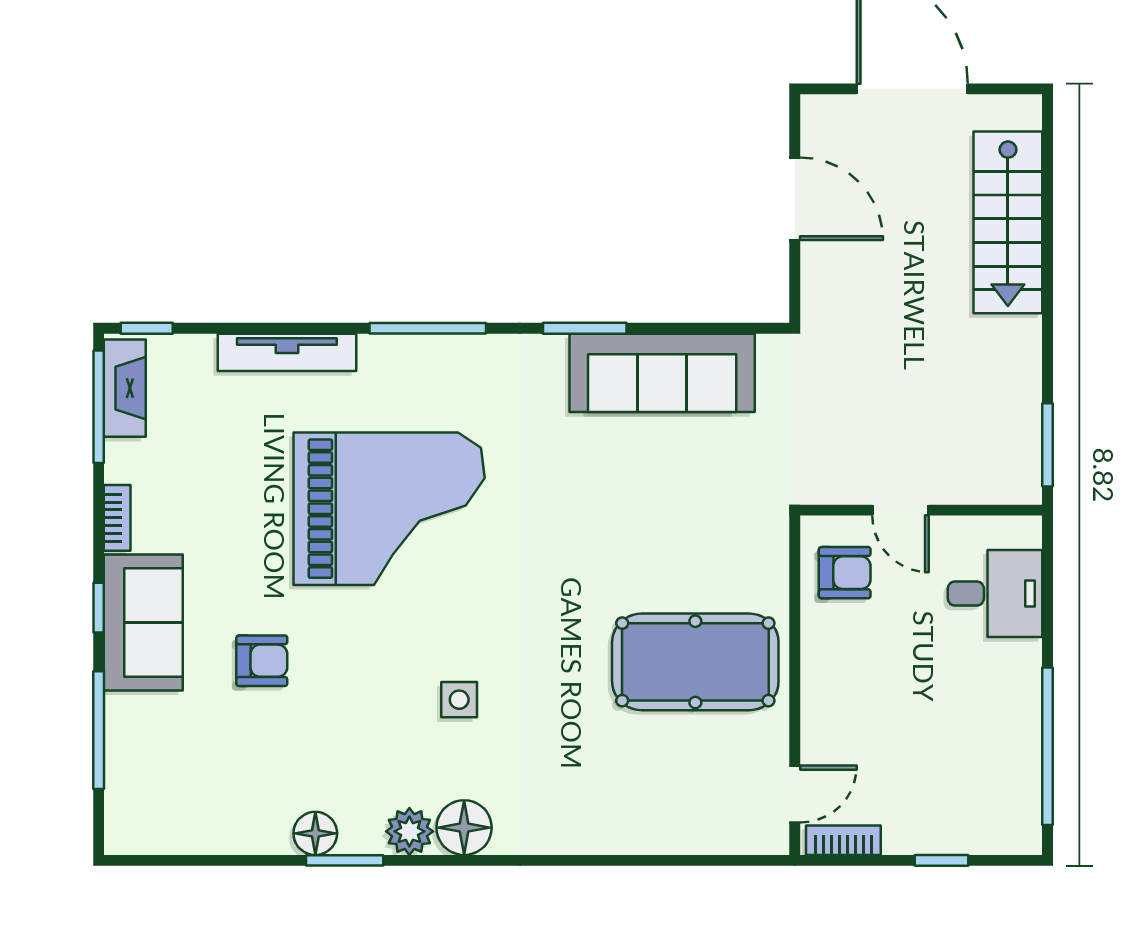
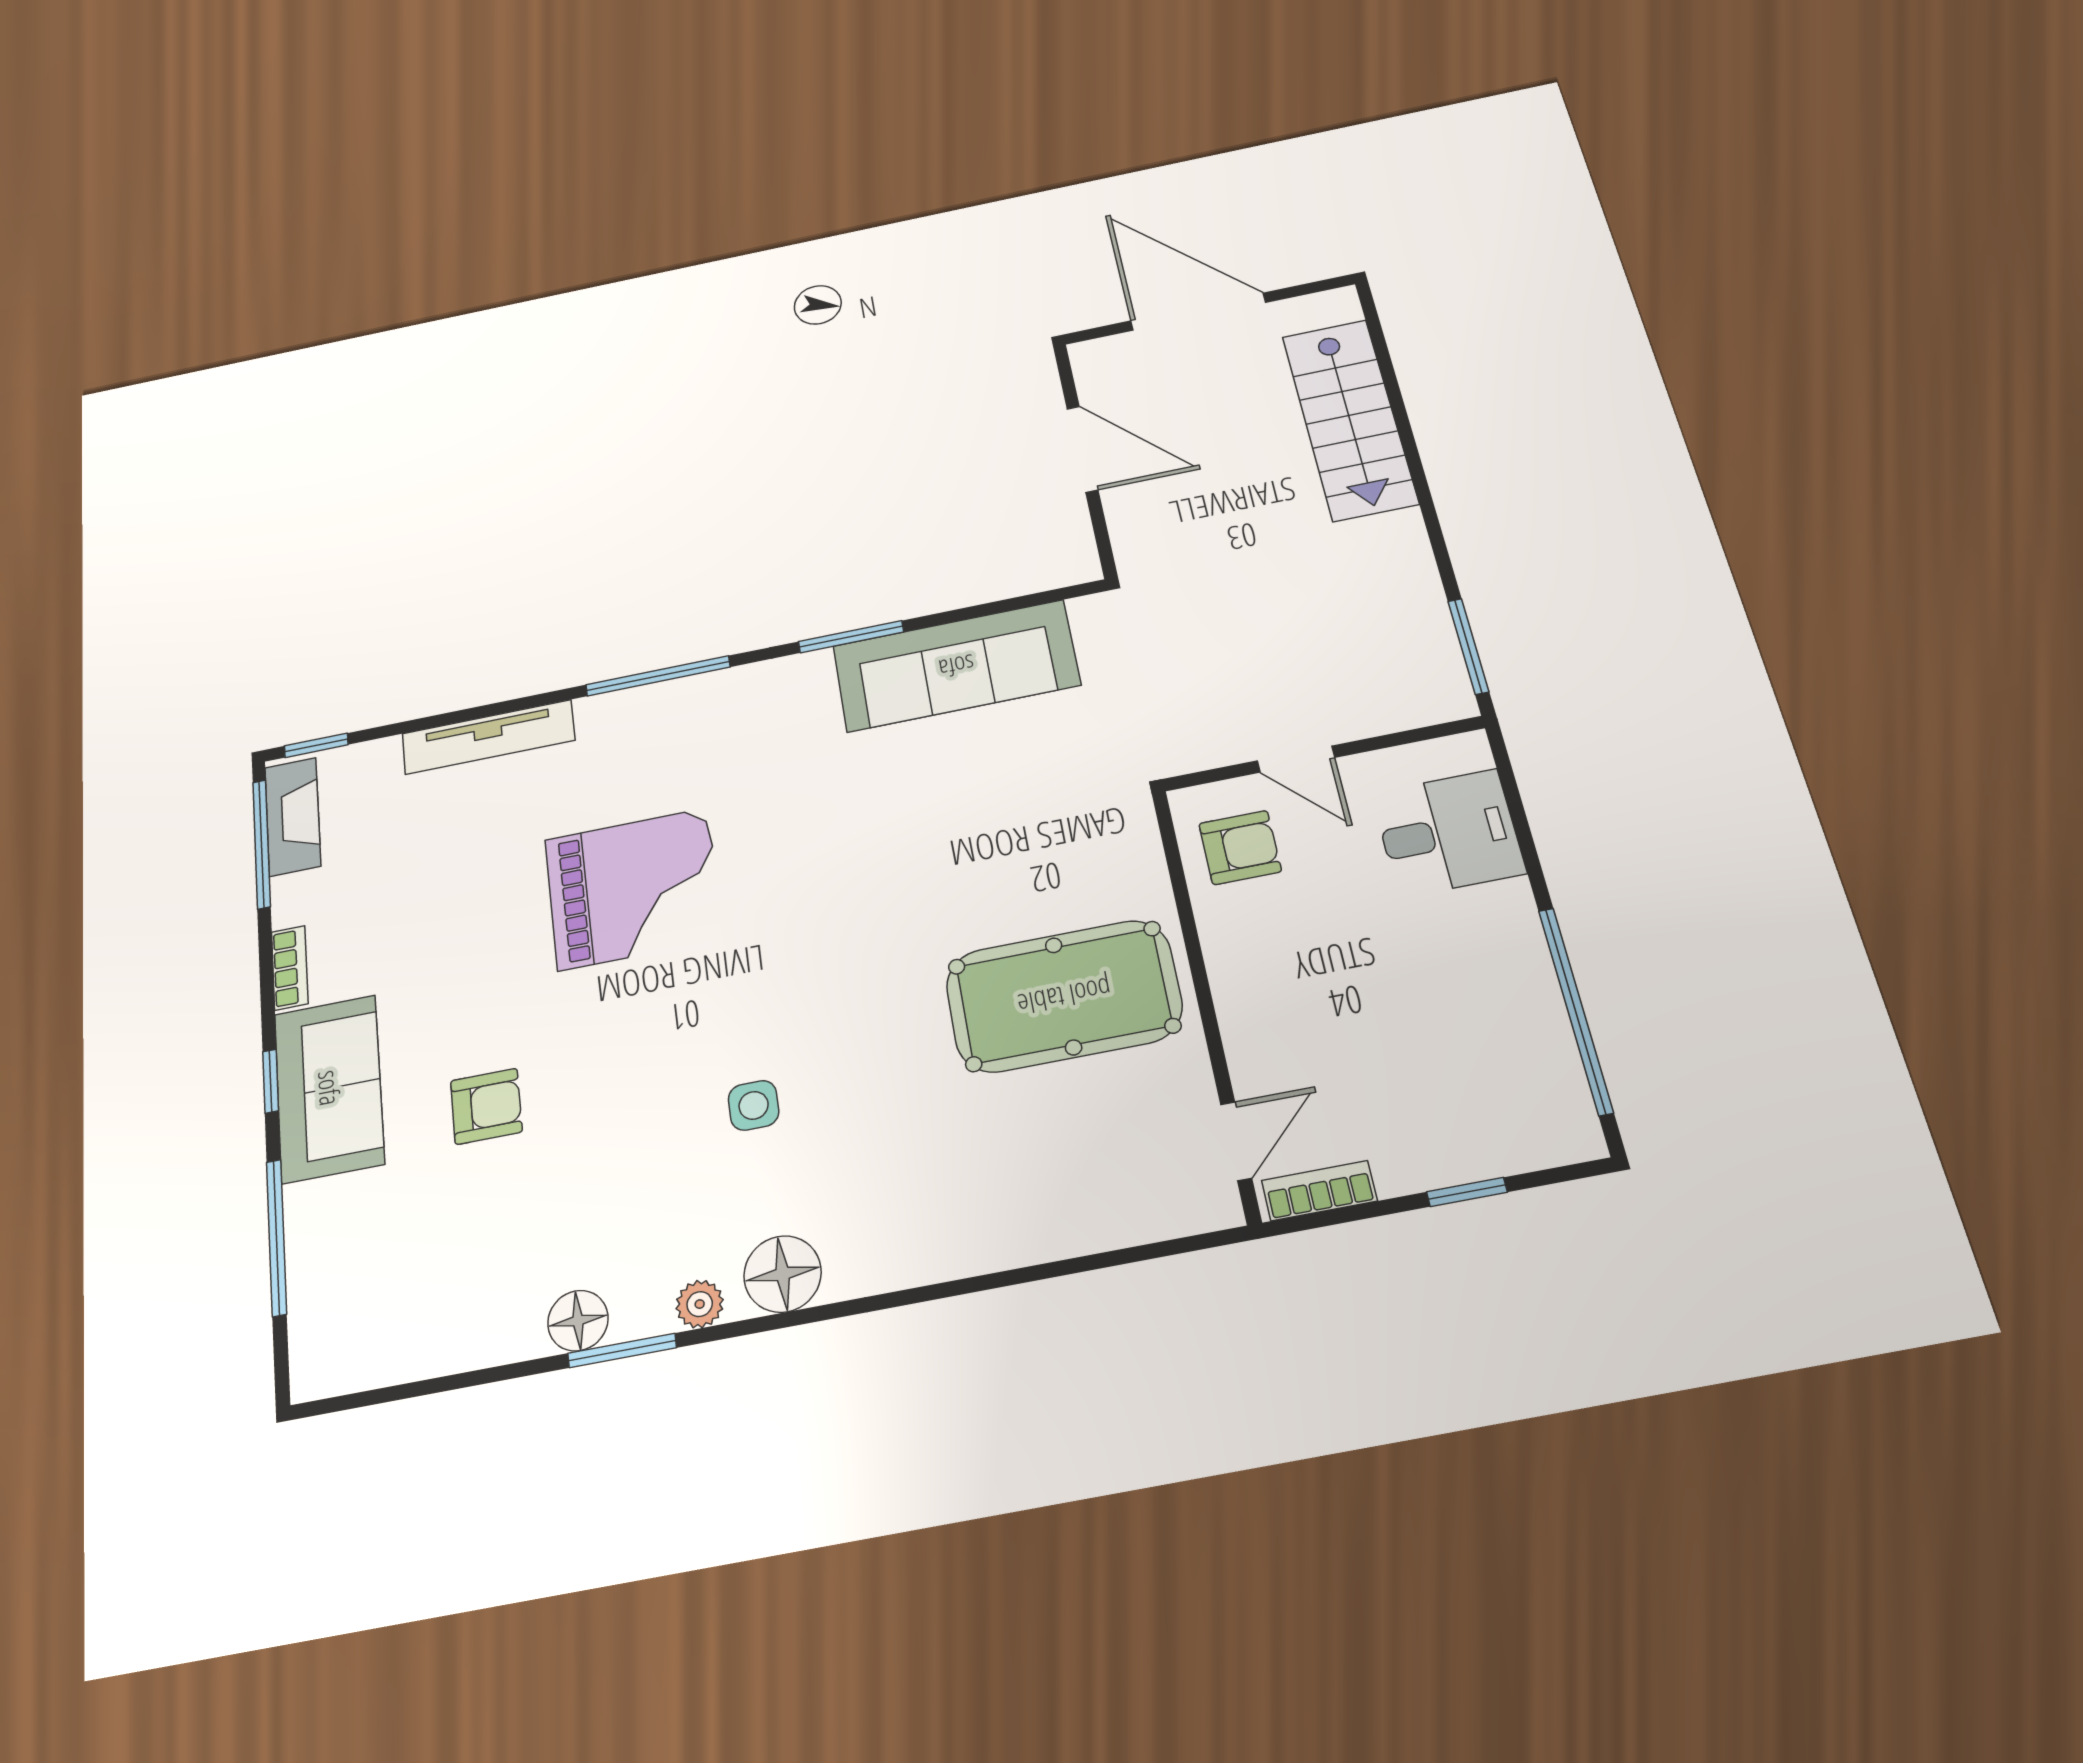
grand piano: (389, 509) -> (633, 889), width x0.73, depth x0.68
plant: (409, 831) -> (700, 1304), width x0.73, depth x0.73

